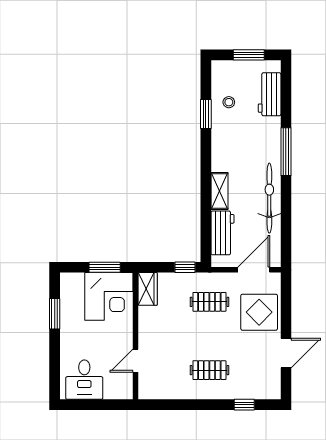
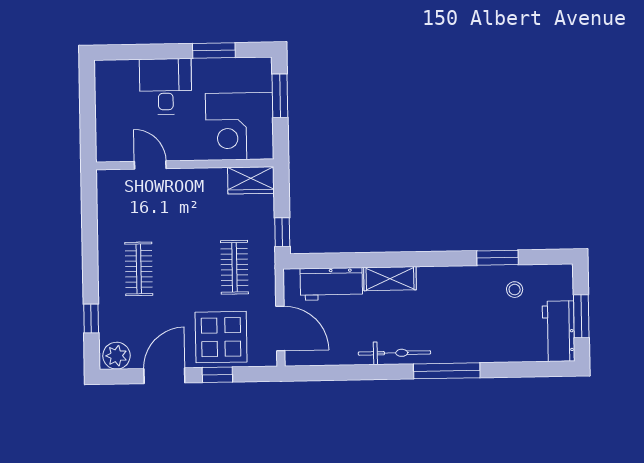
workbench: (270, 94) -> (559, 331), moved, turned -90
bicycle: (269, 198) -> (394, 353), width x0.73, depth x0.71
window: (105, 267) -> (280, 96), moved
window: (286, 315) -> (217, 375), added
door: (286, 353) -> (164, 376), swing flipped
desk: (84, 380) -> (166, 86), moved, turned 90
plant: (271, 387) -> (117, 356), added

